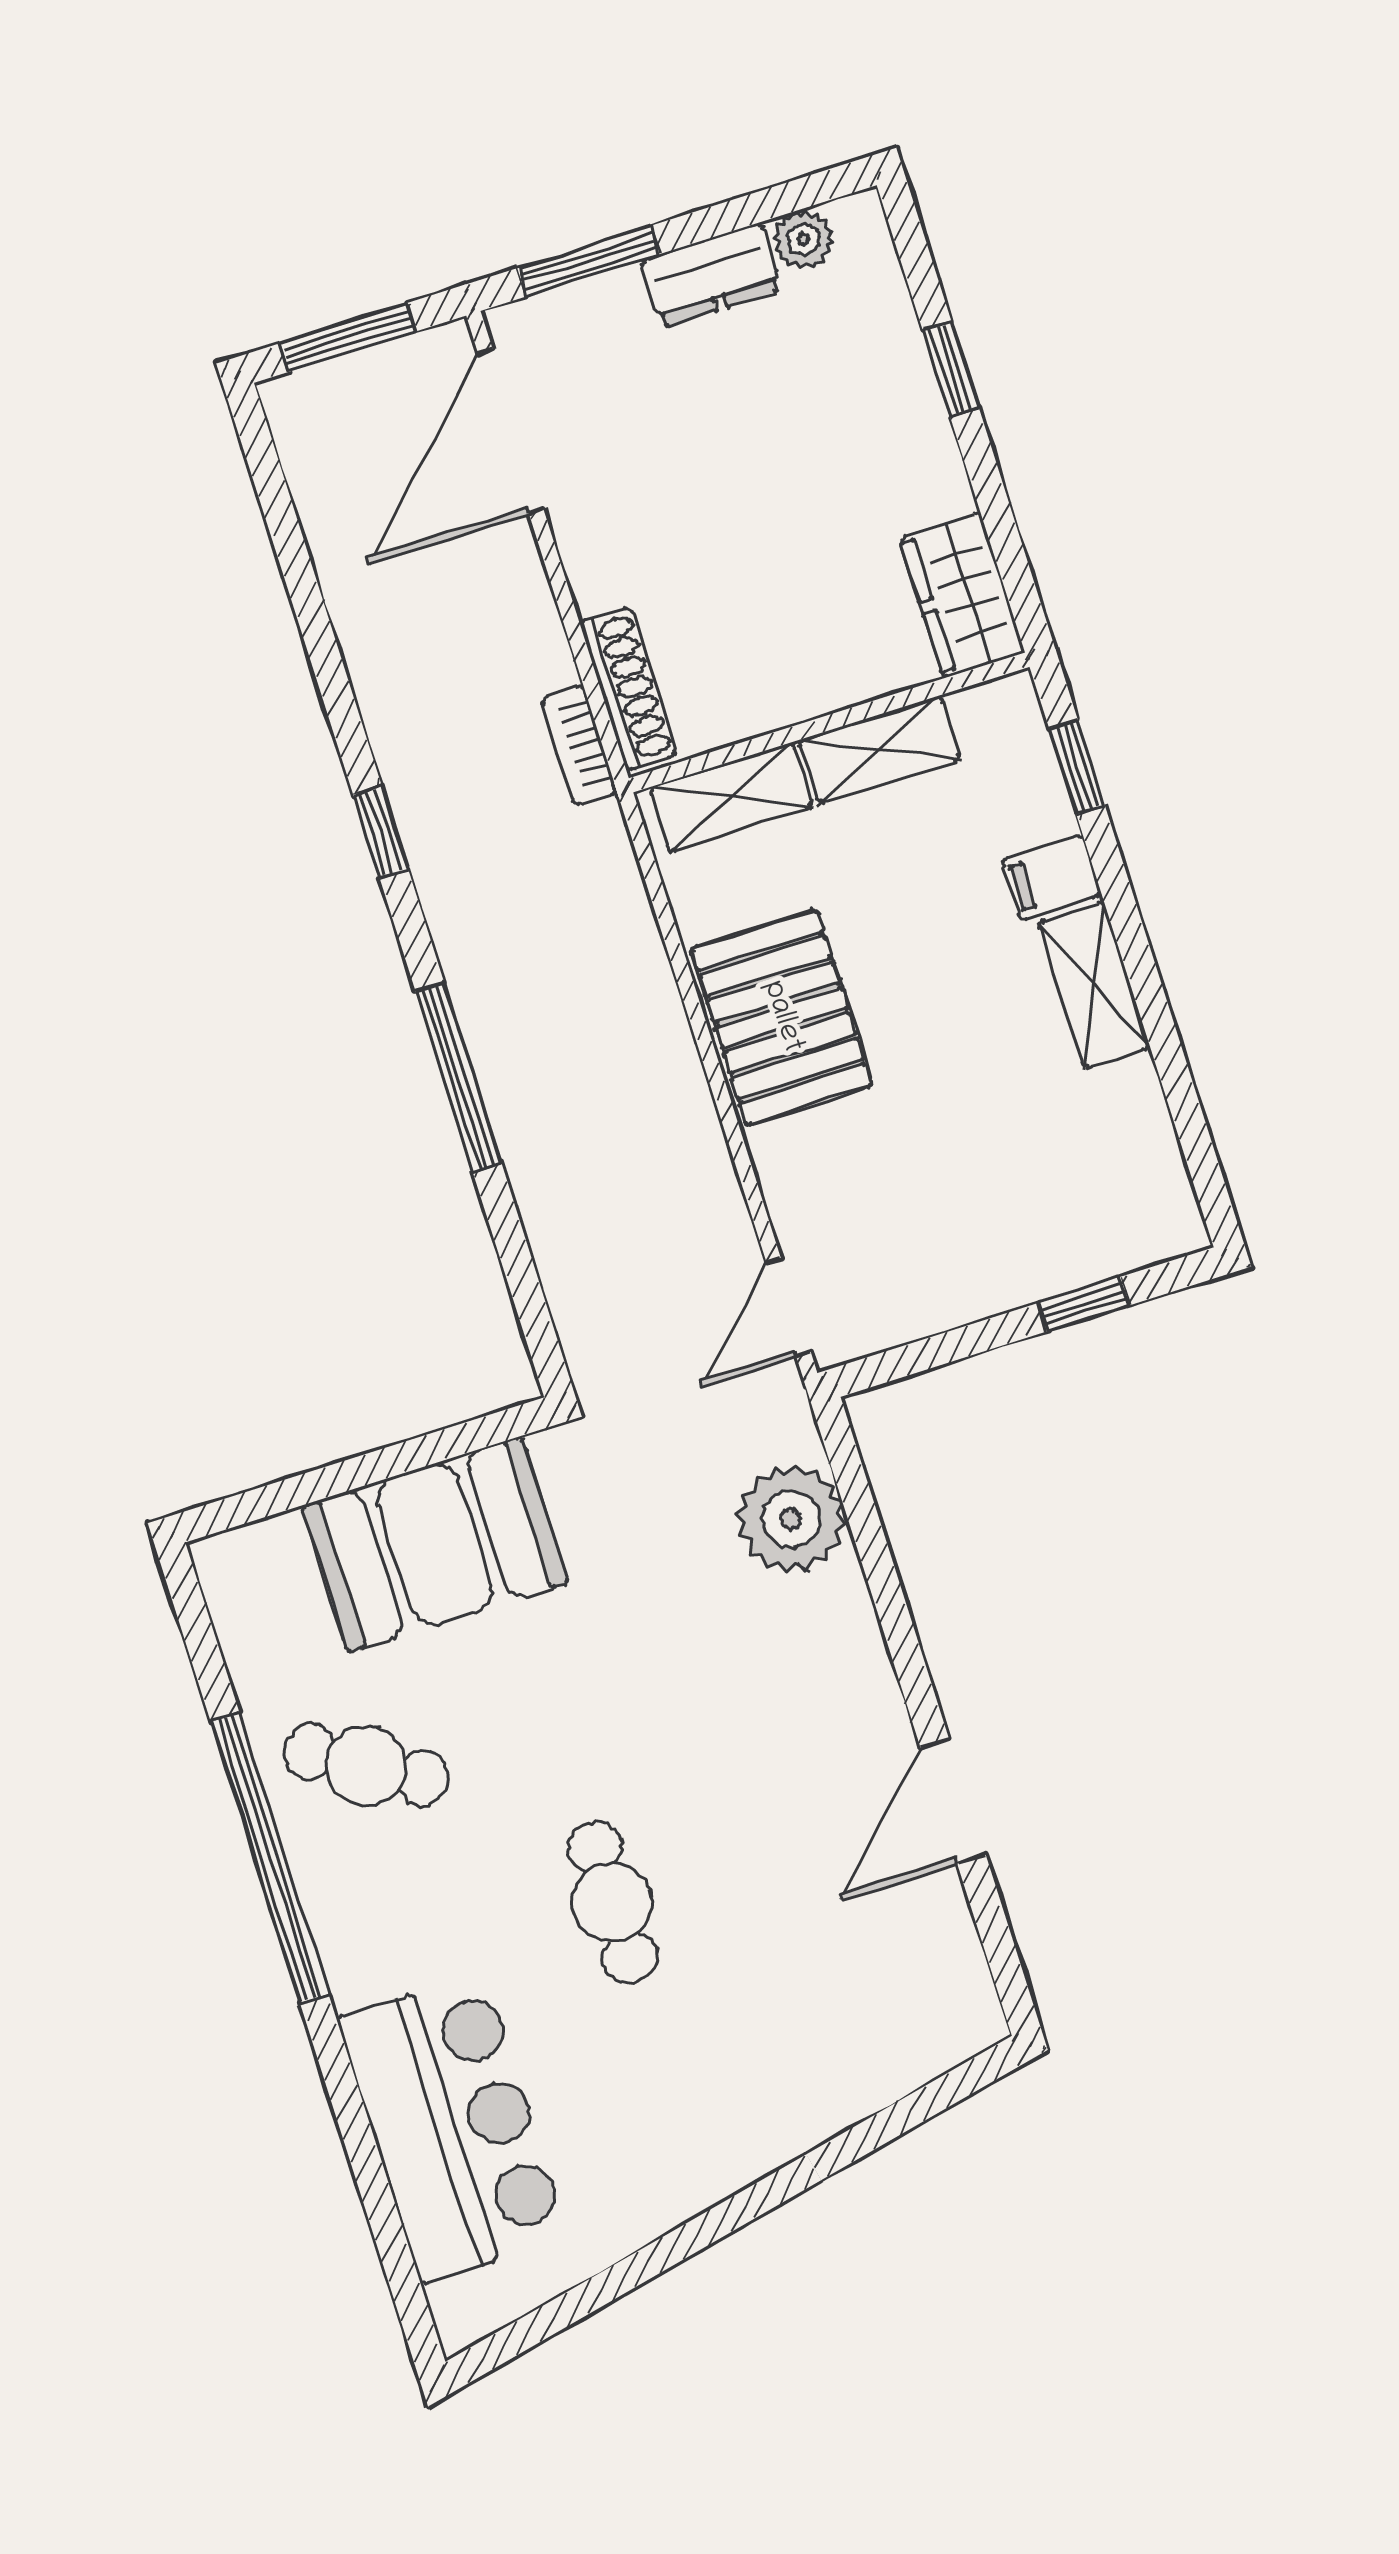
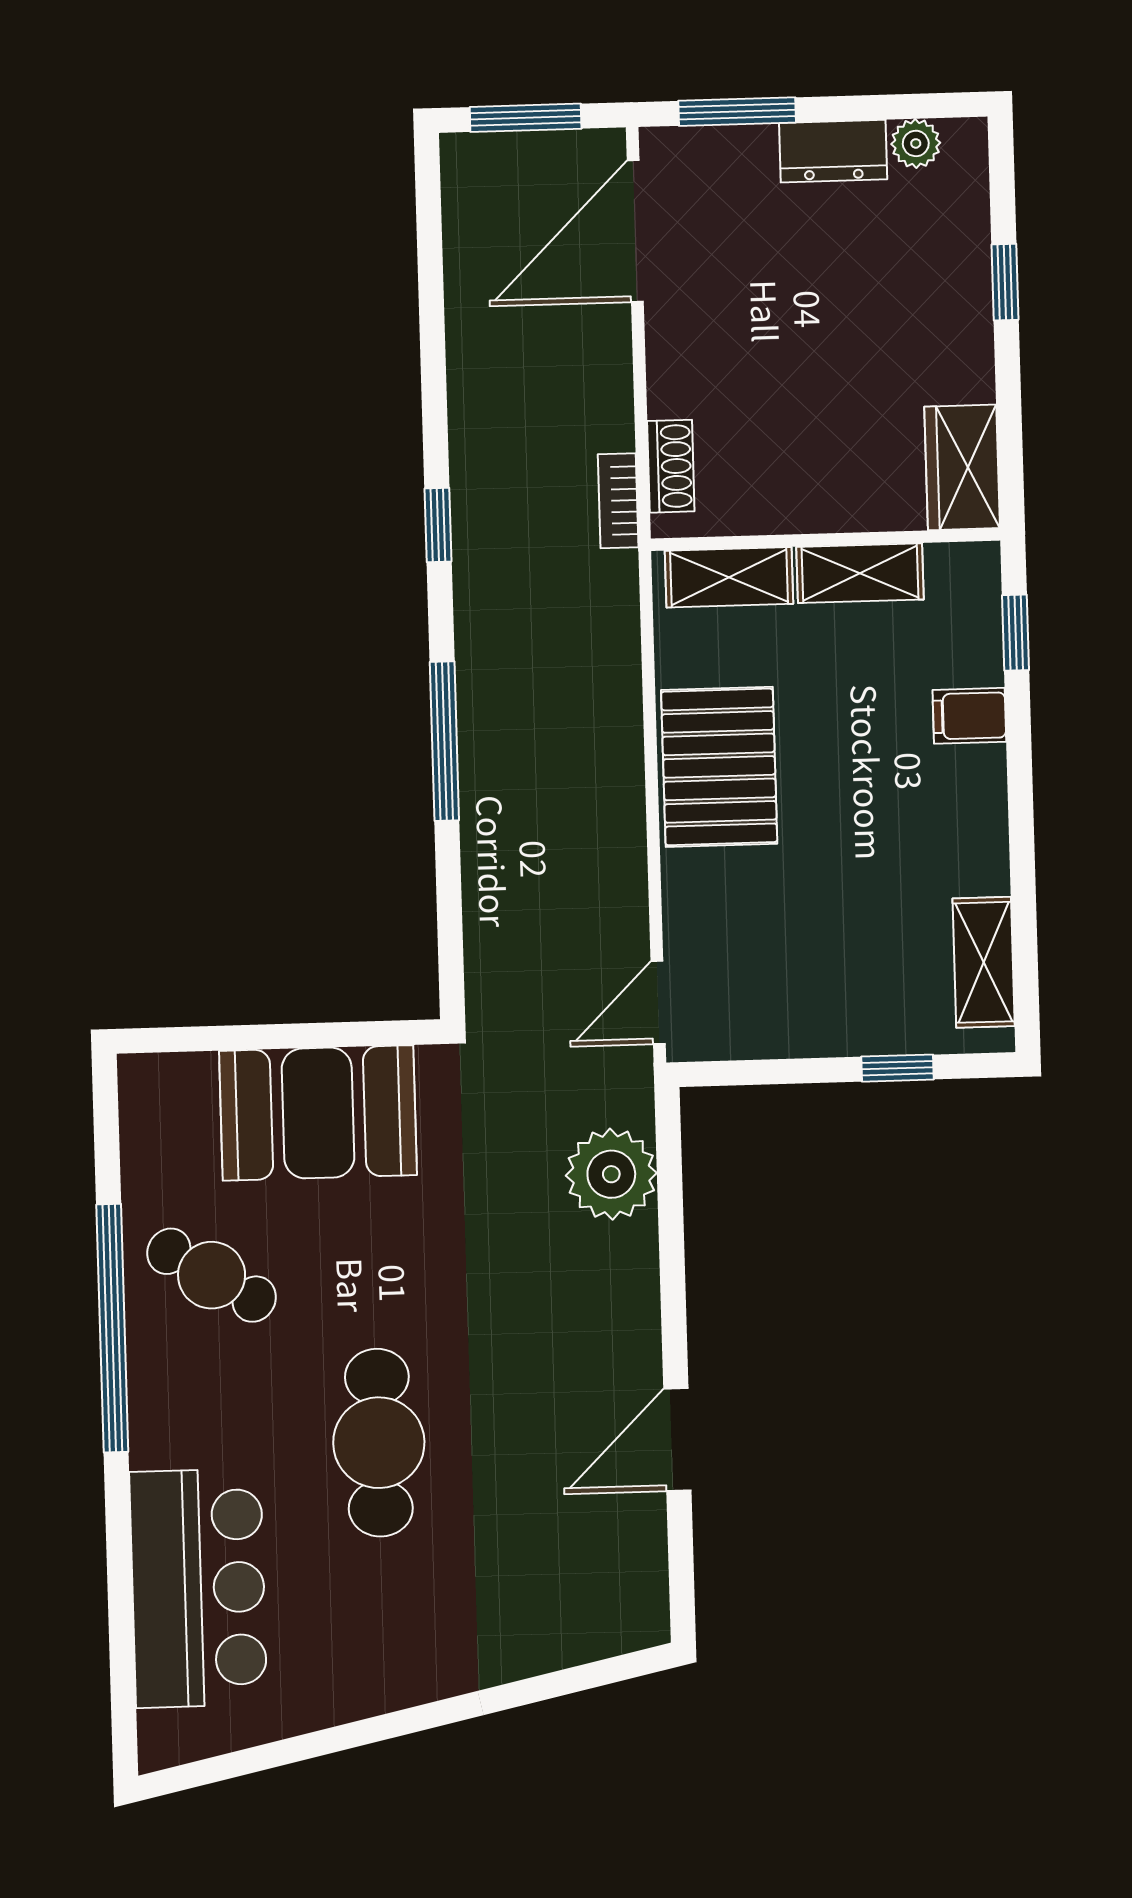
shoe rack: (628, 689) -> (671, 466), width x0.70
shelving: (1094, 985) -> (984, 962), moved
cafe table: (612, 1902) -> (379, 1443), width x1.37, depth x1.35

